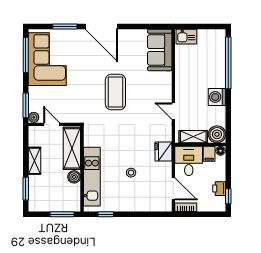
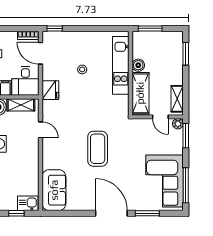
window: (198, 26) -> (16, 213), added
shelving: (35, 161) -> (177, 99), moved
window: (106, 214) -> (55, 28), moved

